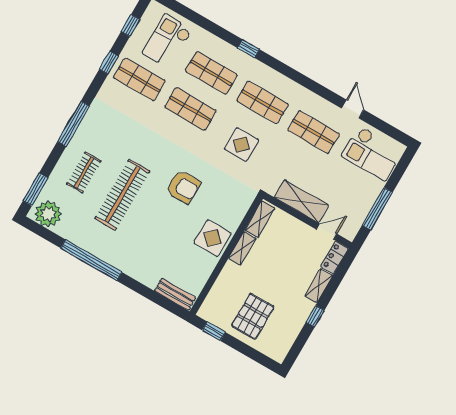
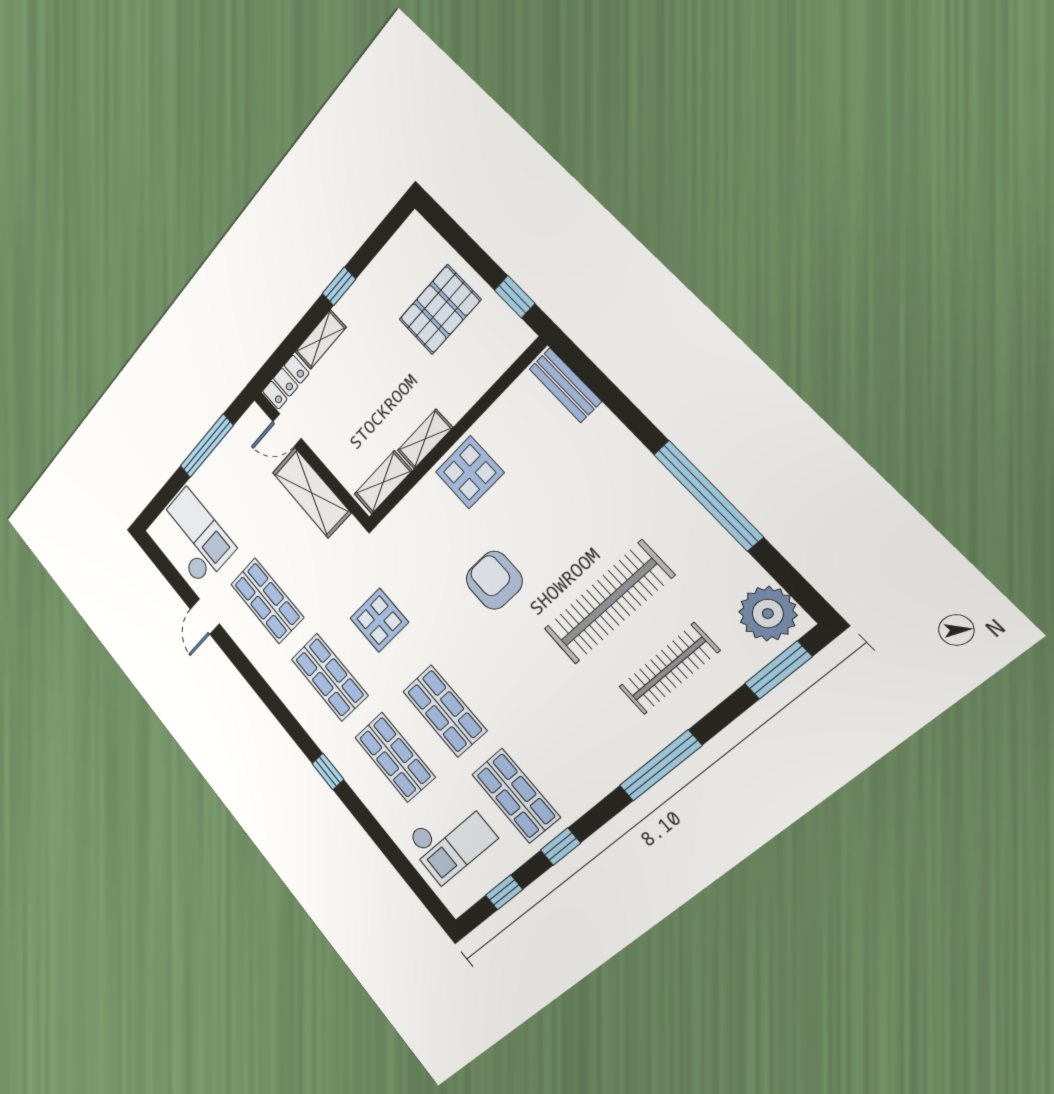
clothes rail: (84, 172) -> (669, 669), width x1.36

